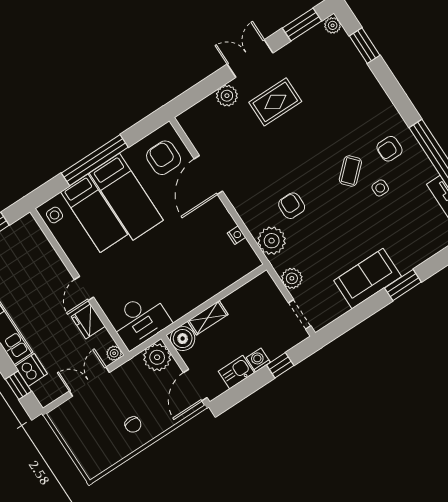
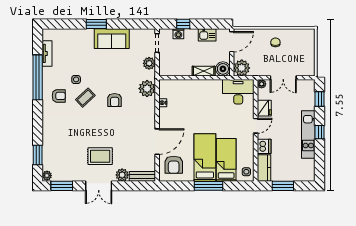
bench: (197, 112) -> (142, 176), added
window: (95, 160) -> (209, 186), width x0.68
armchair: (292, 206) -> (115, 100), moved
kitchen counter: (33, 237) -> (264, 168), added
washing machine: (258, 360) -> (178, 34), moved
dishwasher: (31, 370) -> (264, 146), moved, turned 180

